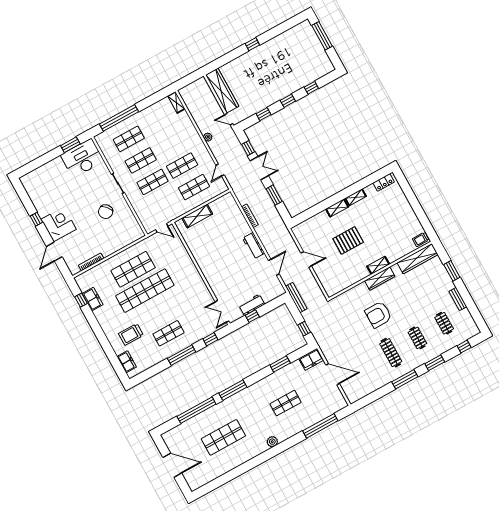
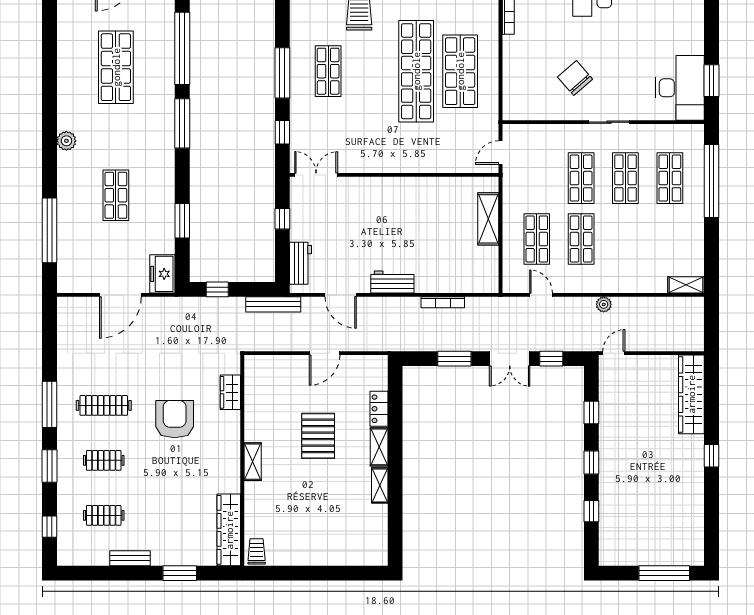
wardrobe: (222, 91) -> (691, 394), moved, turned 90
locker: (384, 182) -> (379, 409), moved
wardrobe: (380, 279) -> (230, 392), moved, width x0.67
workbench: (252, 305) -> (300, 263), moved

